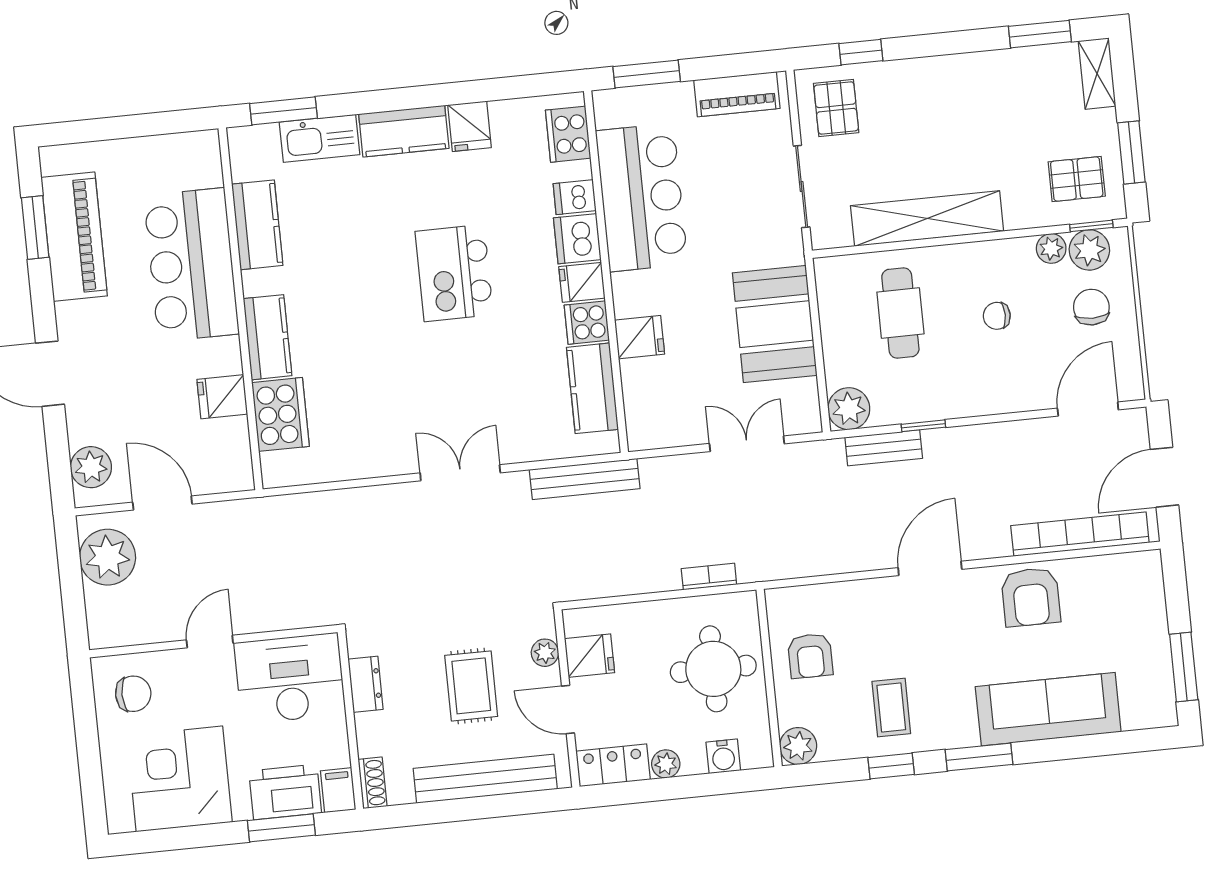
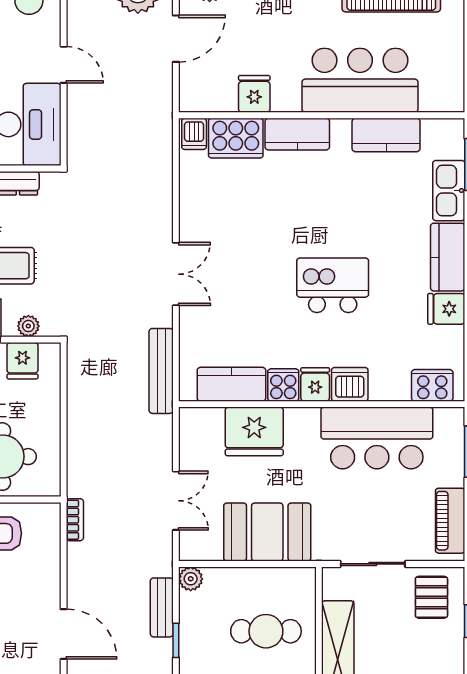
pallet: (836, 108) -> (431, 597), turned 90
dishwasher: (575, 197) -> (194, 134), moved, turned 180
fridge: (640, 337) -> (254, 431), width x1.88, depth x1.34
plant: (849, 409) -> (191, 579), width x0.73, depth x0.73
bookcase: (709, 577) -> (75, 520), moved

